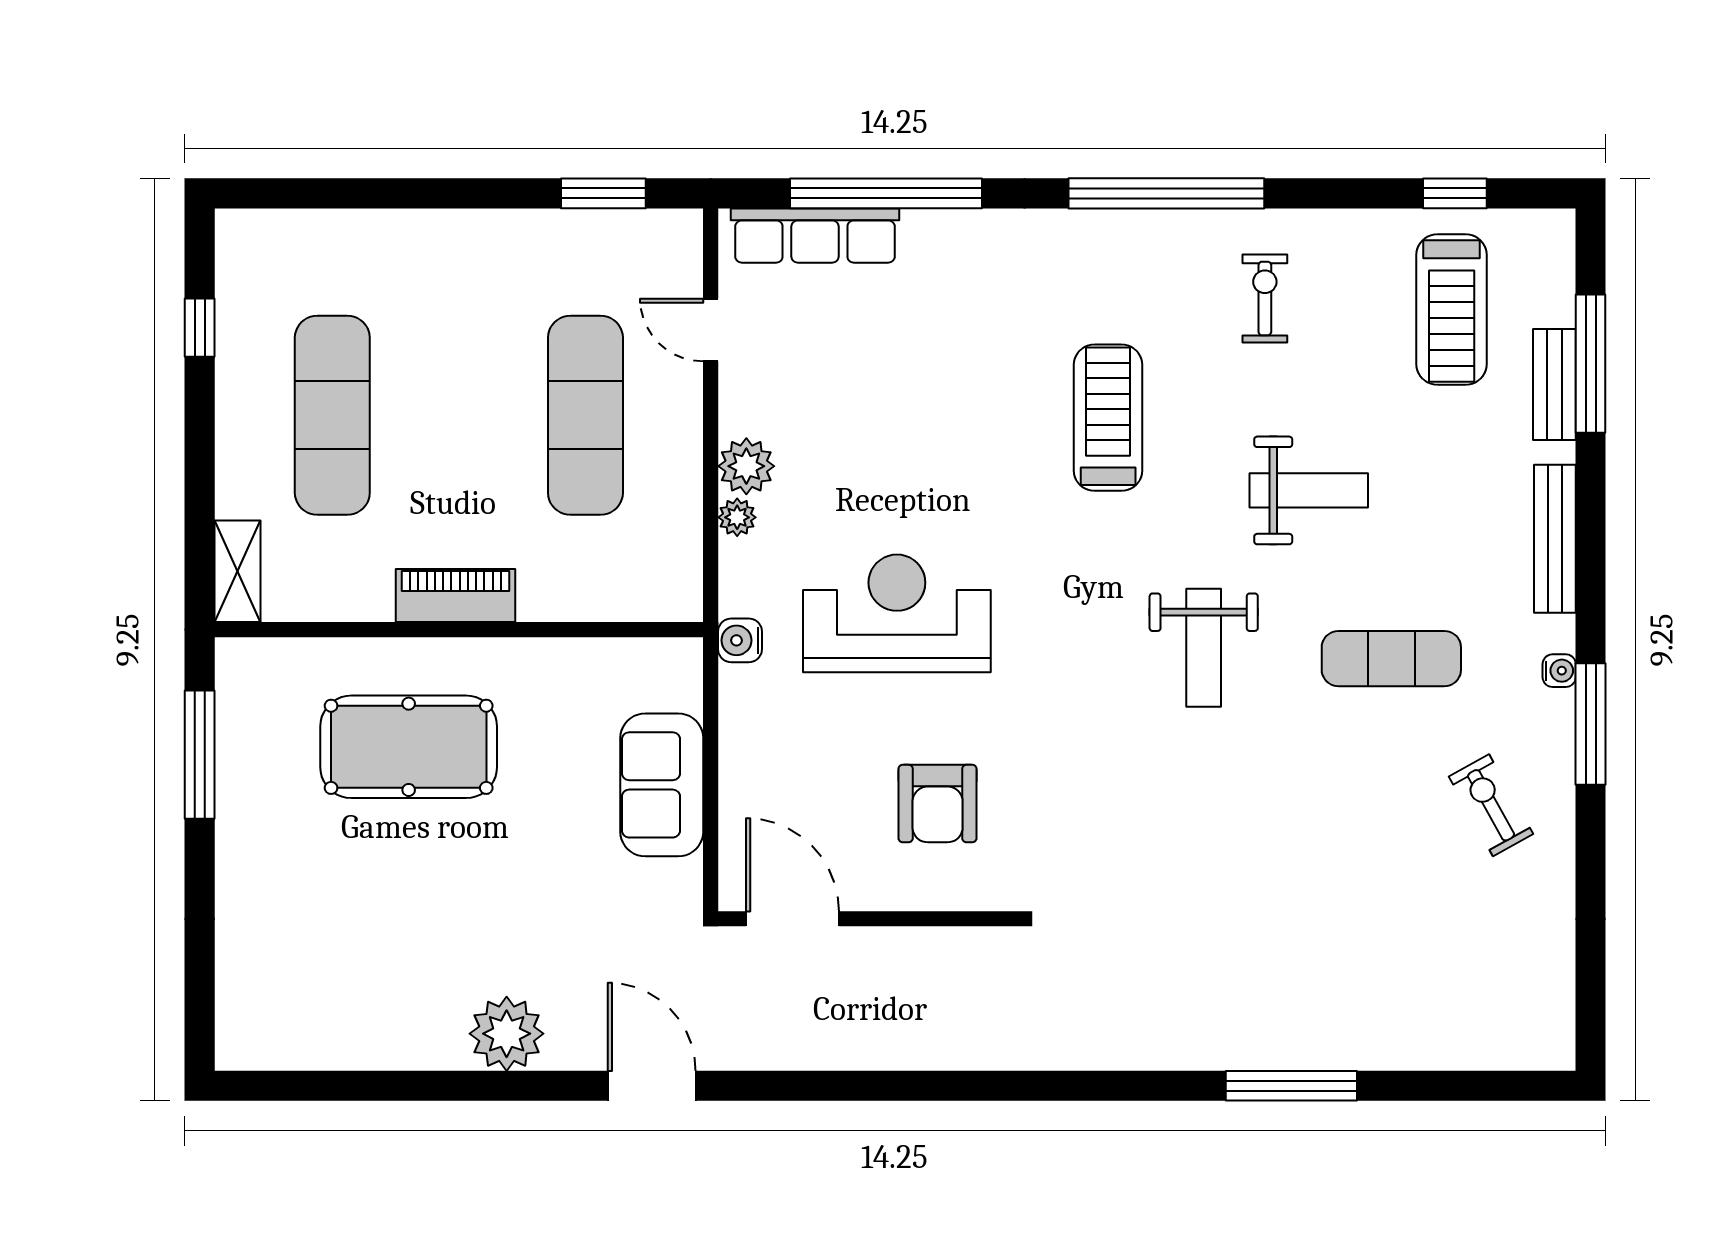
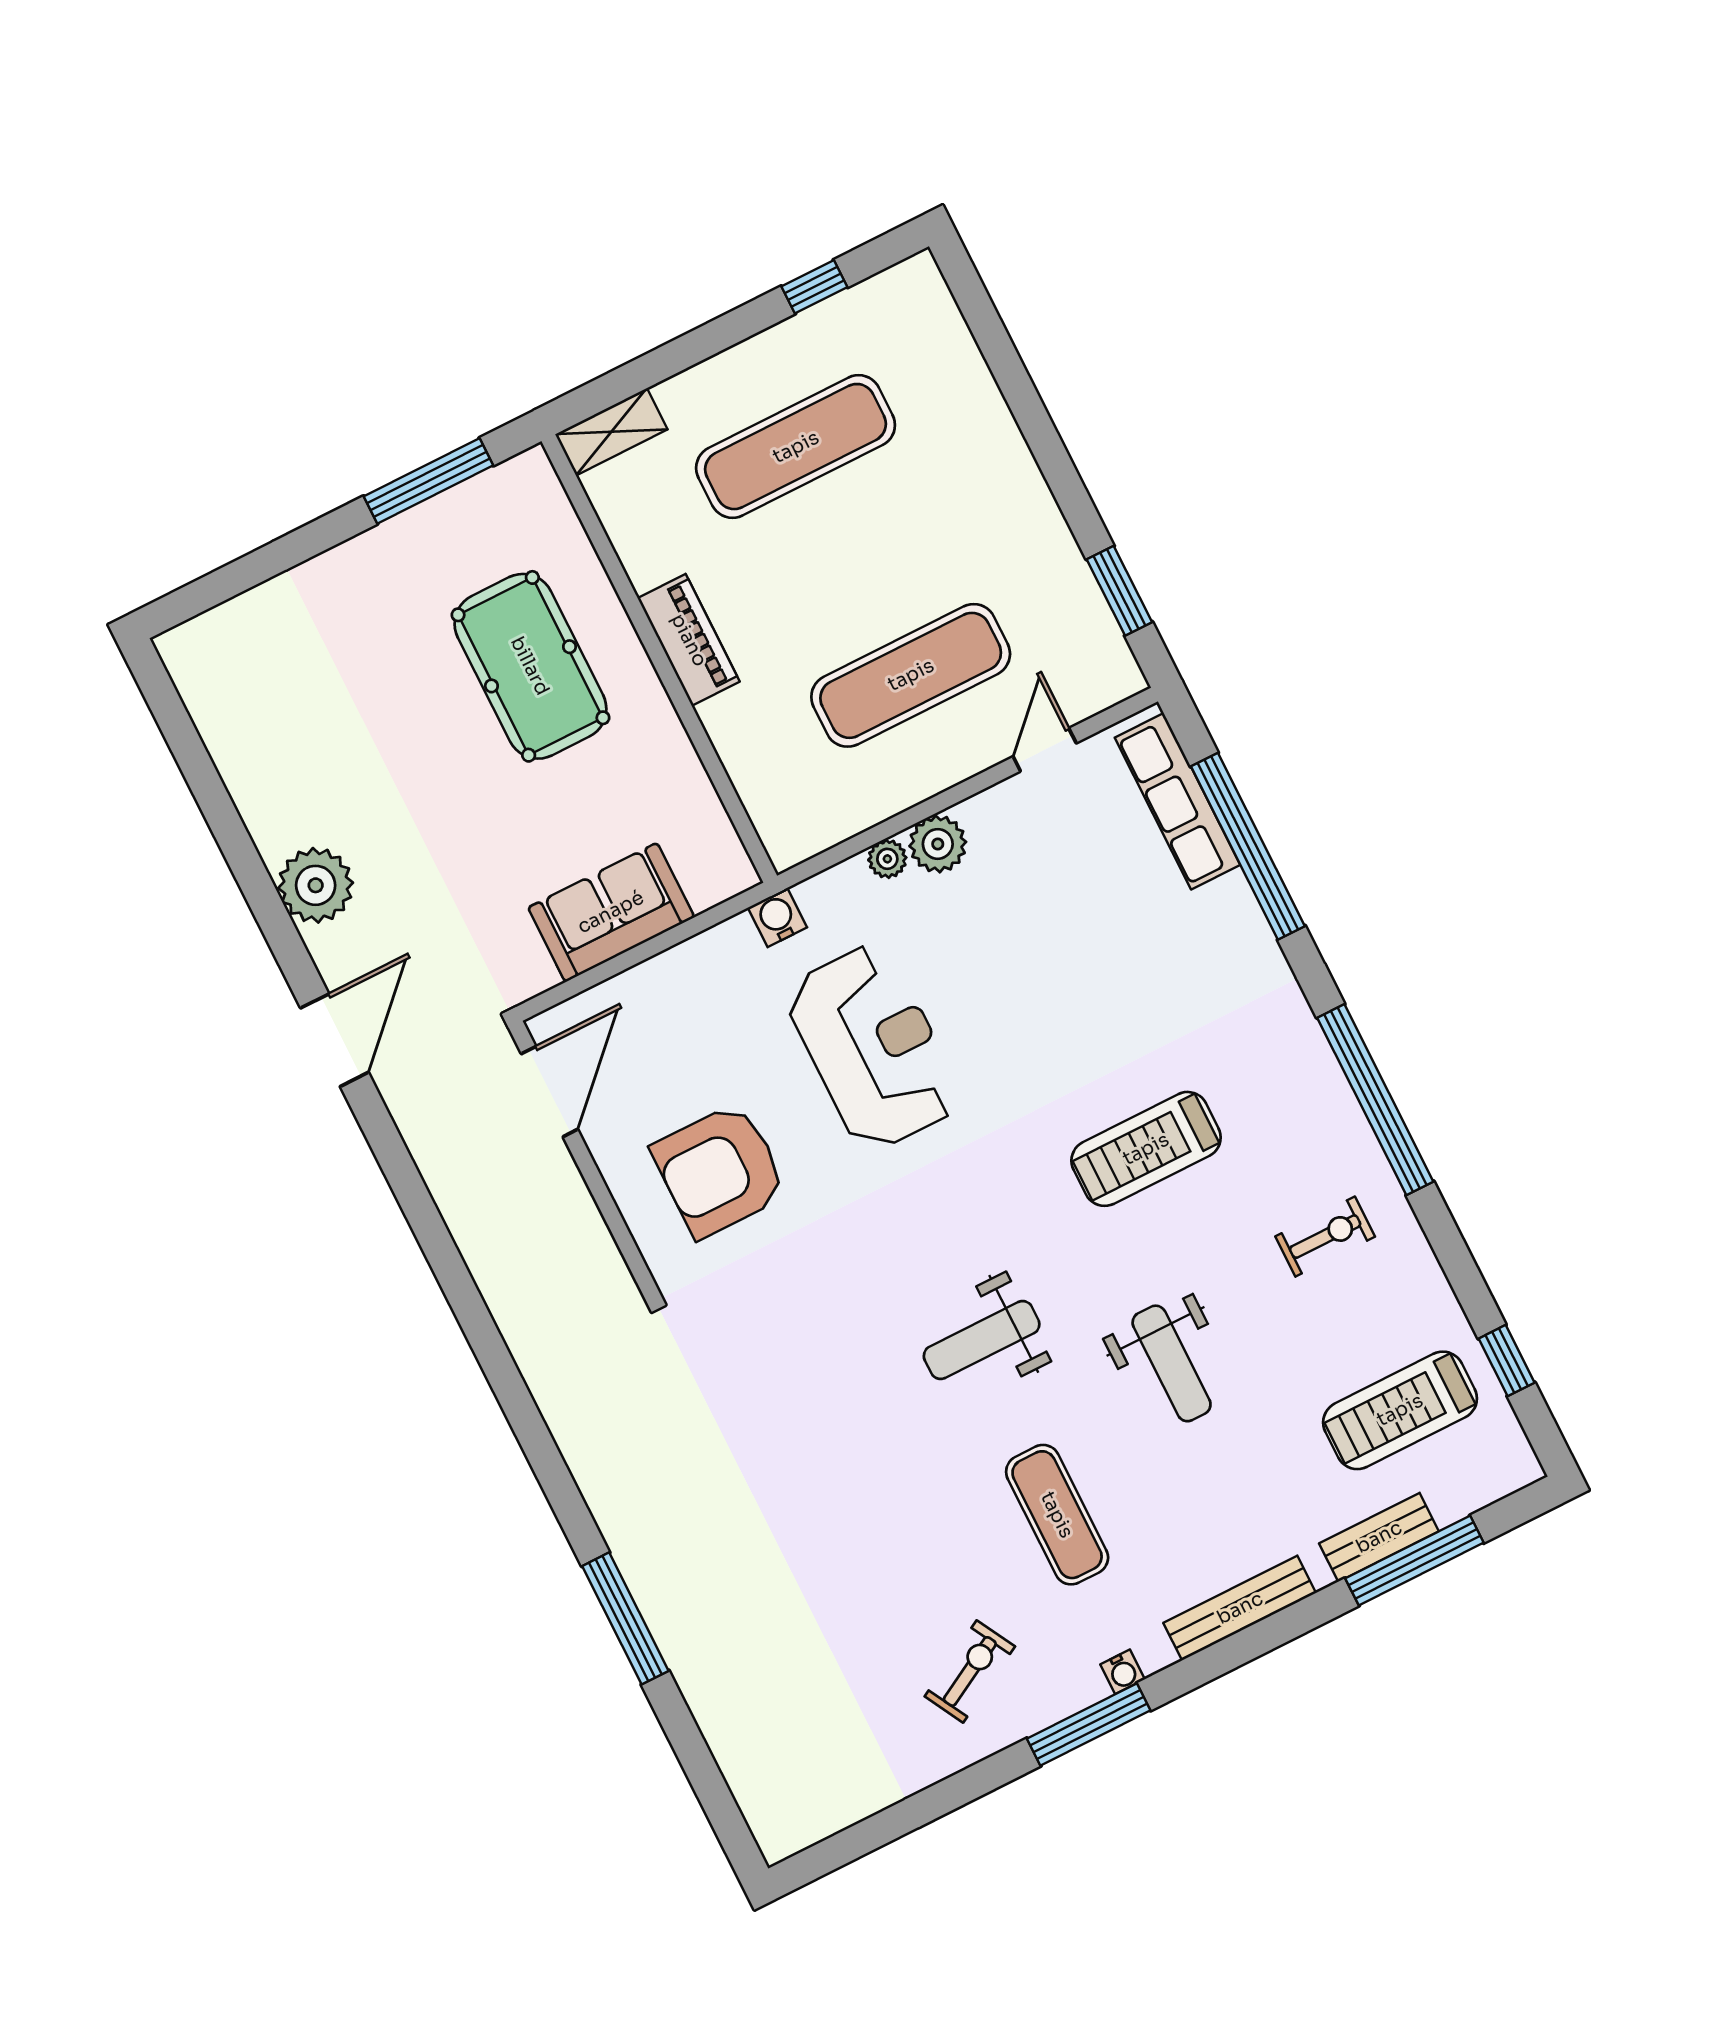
treadmill: (1108, 418) -> (1146, 1149), turned 180
armchair: (938, 804) -> (720, 1170), width x1.36, depth x1.36

